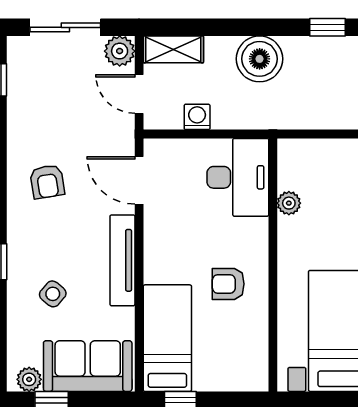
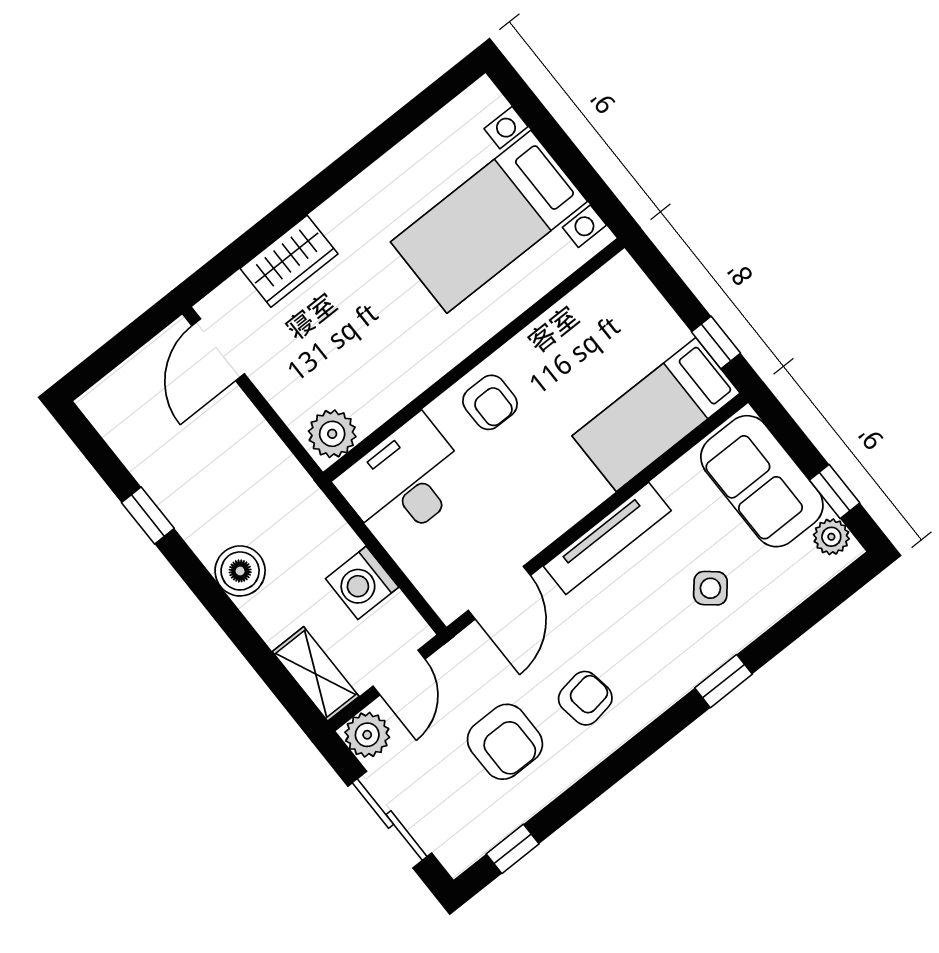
boiler: (260, 59) -> (240, 571), width x0.73, depth x0.73
washing machine: (197, 117) -> (362, 583), width x1.38, depth x1.38
armchair: (58, 121) -> (505, 742), added
plant: (289, 203) -> (332, 434), moved, width x1.38, depth x1.38
armchair: (228, 284) -> (490, 402), moved

